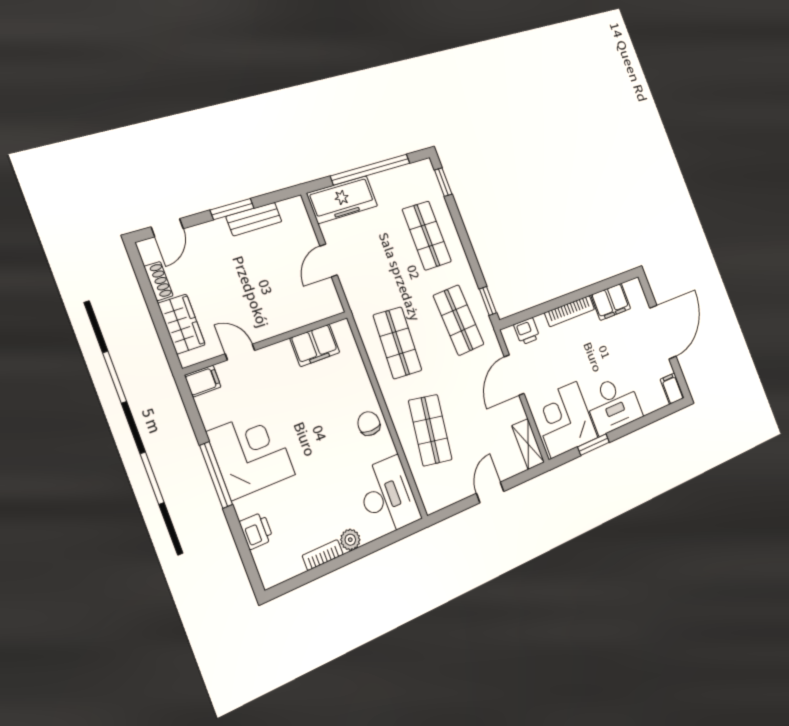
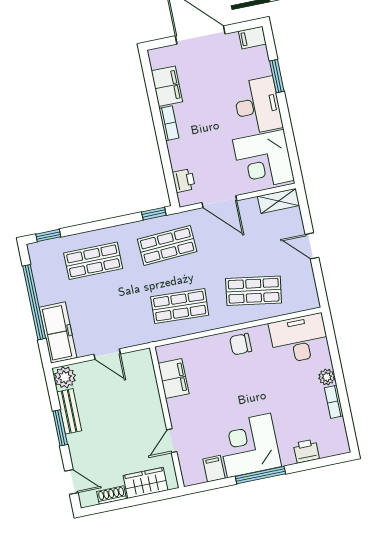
plant: (293, 211) -> (65, 377), added
bookcase: (570, 311) -> (169, 123), width x0.64
filing cabinet: (203, 381) -> (214, 469), moved
window: (593, 445) -> (277, 76), moved

